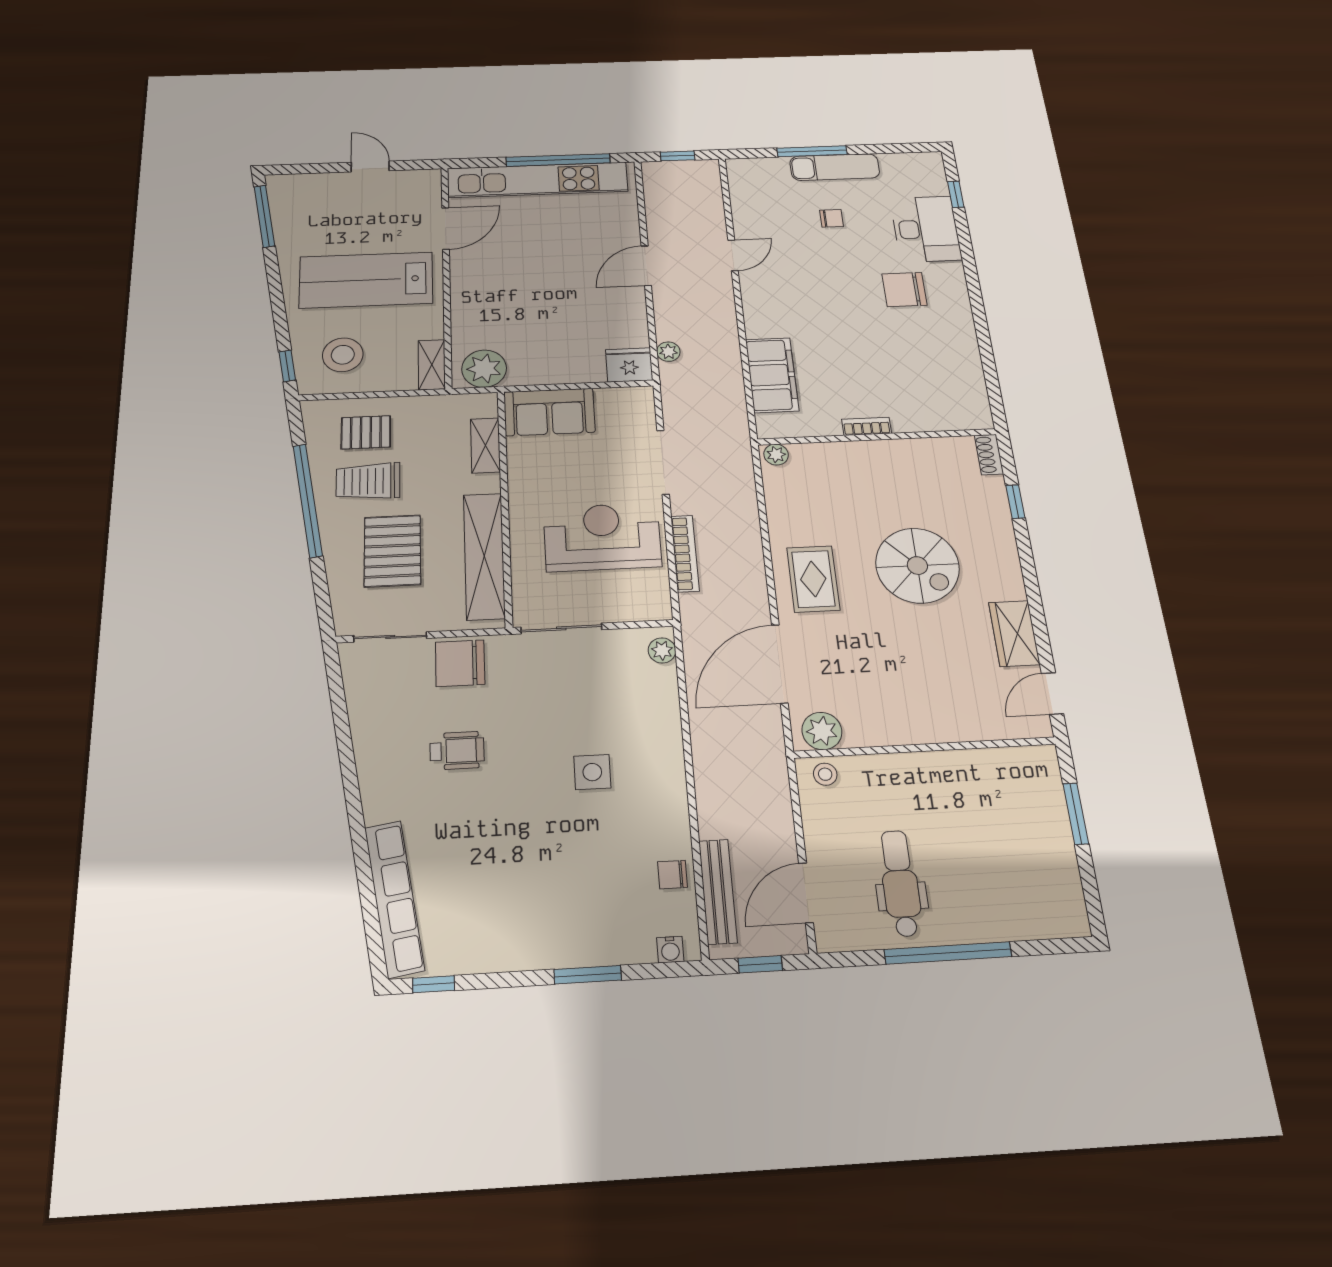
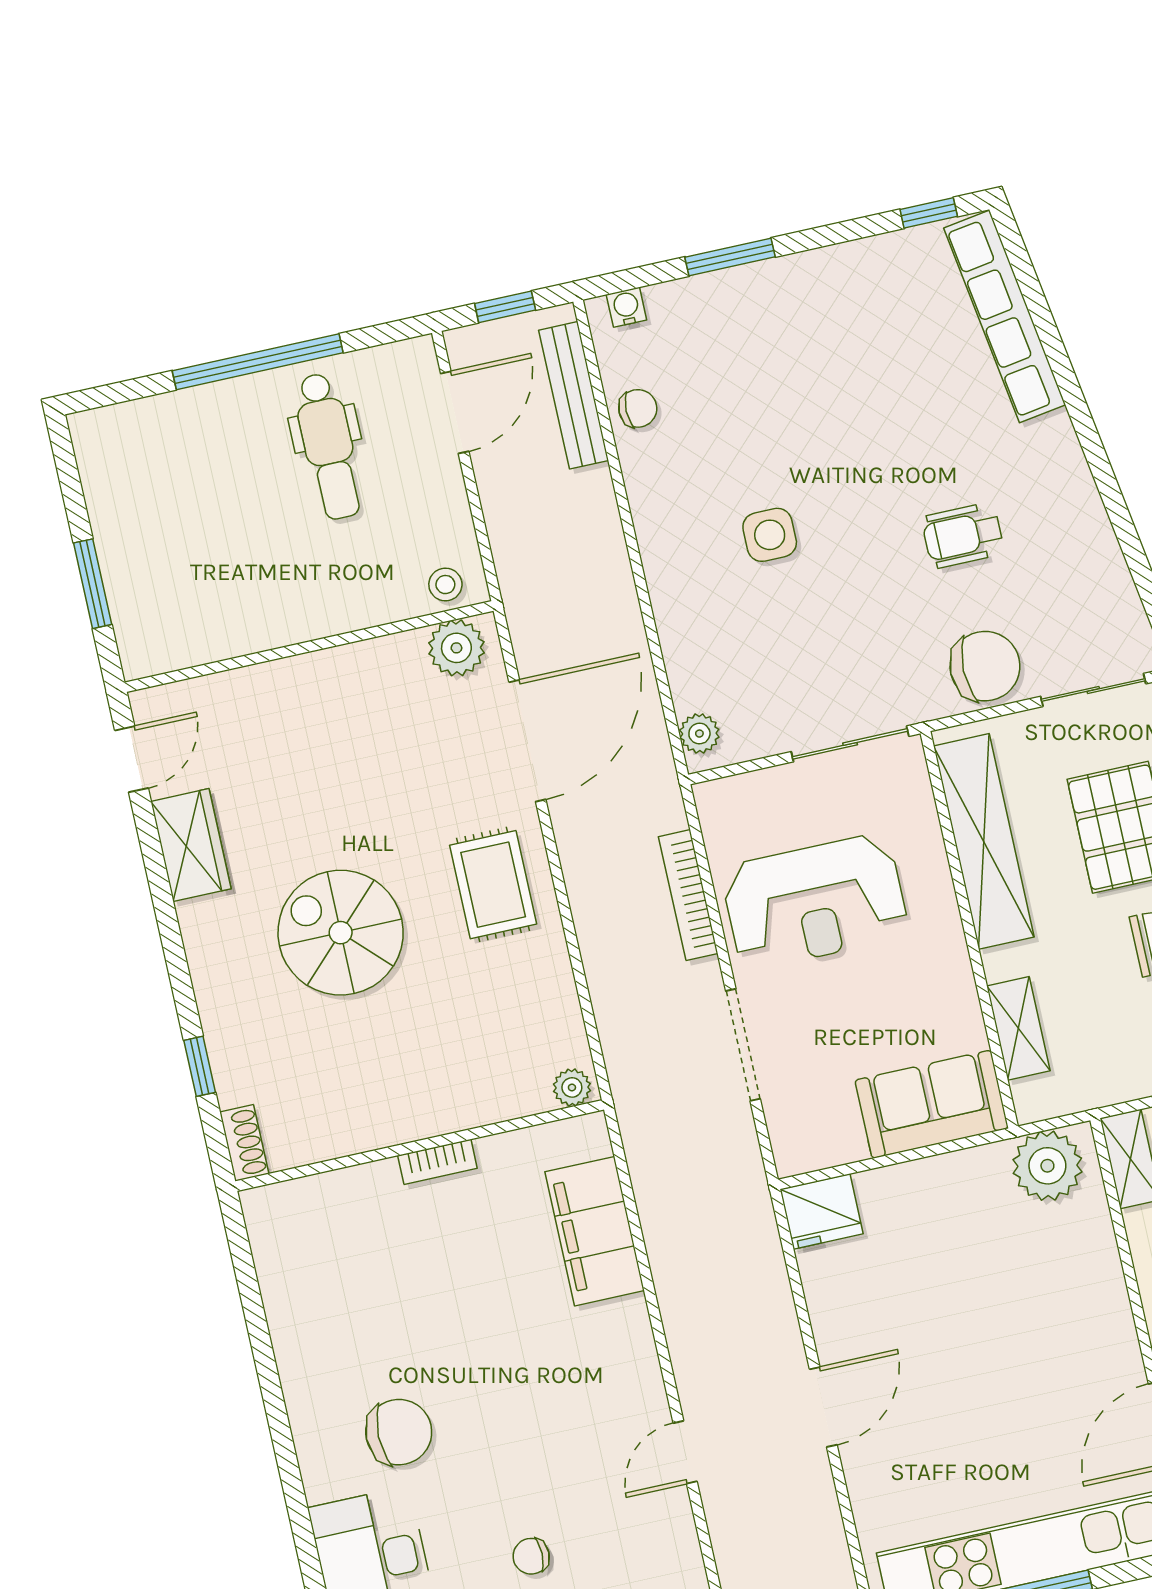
plant: (668, 352) -> (764, 1247), removed

